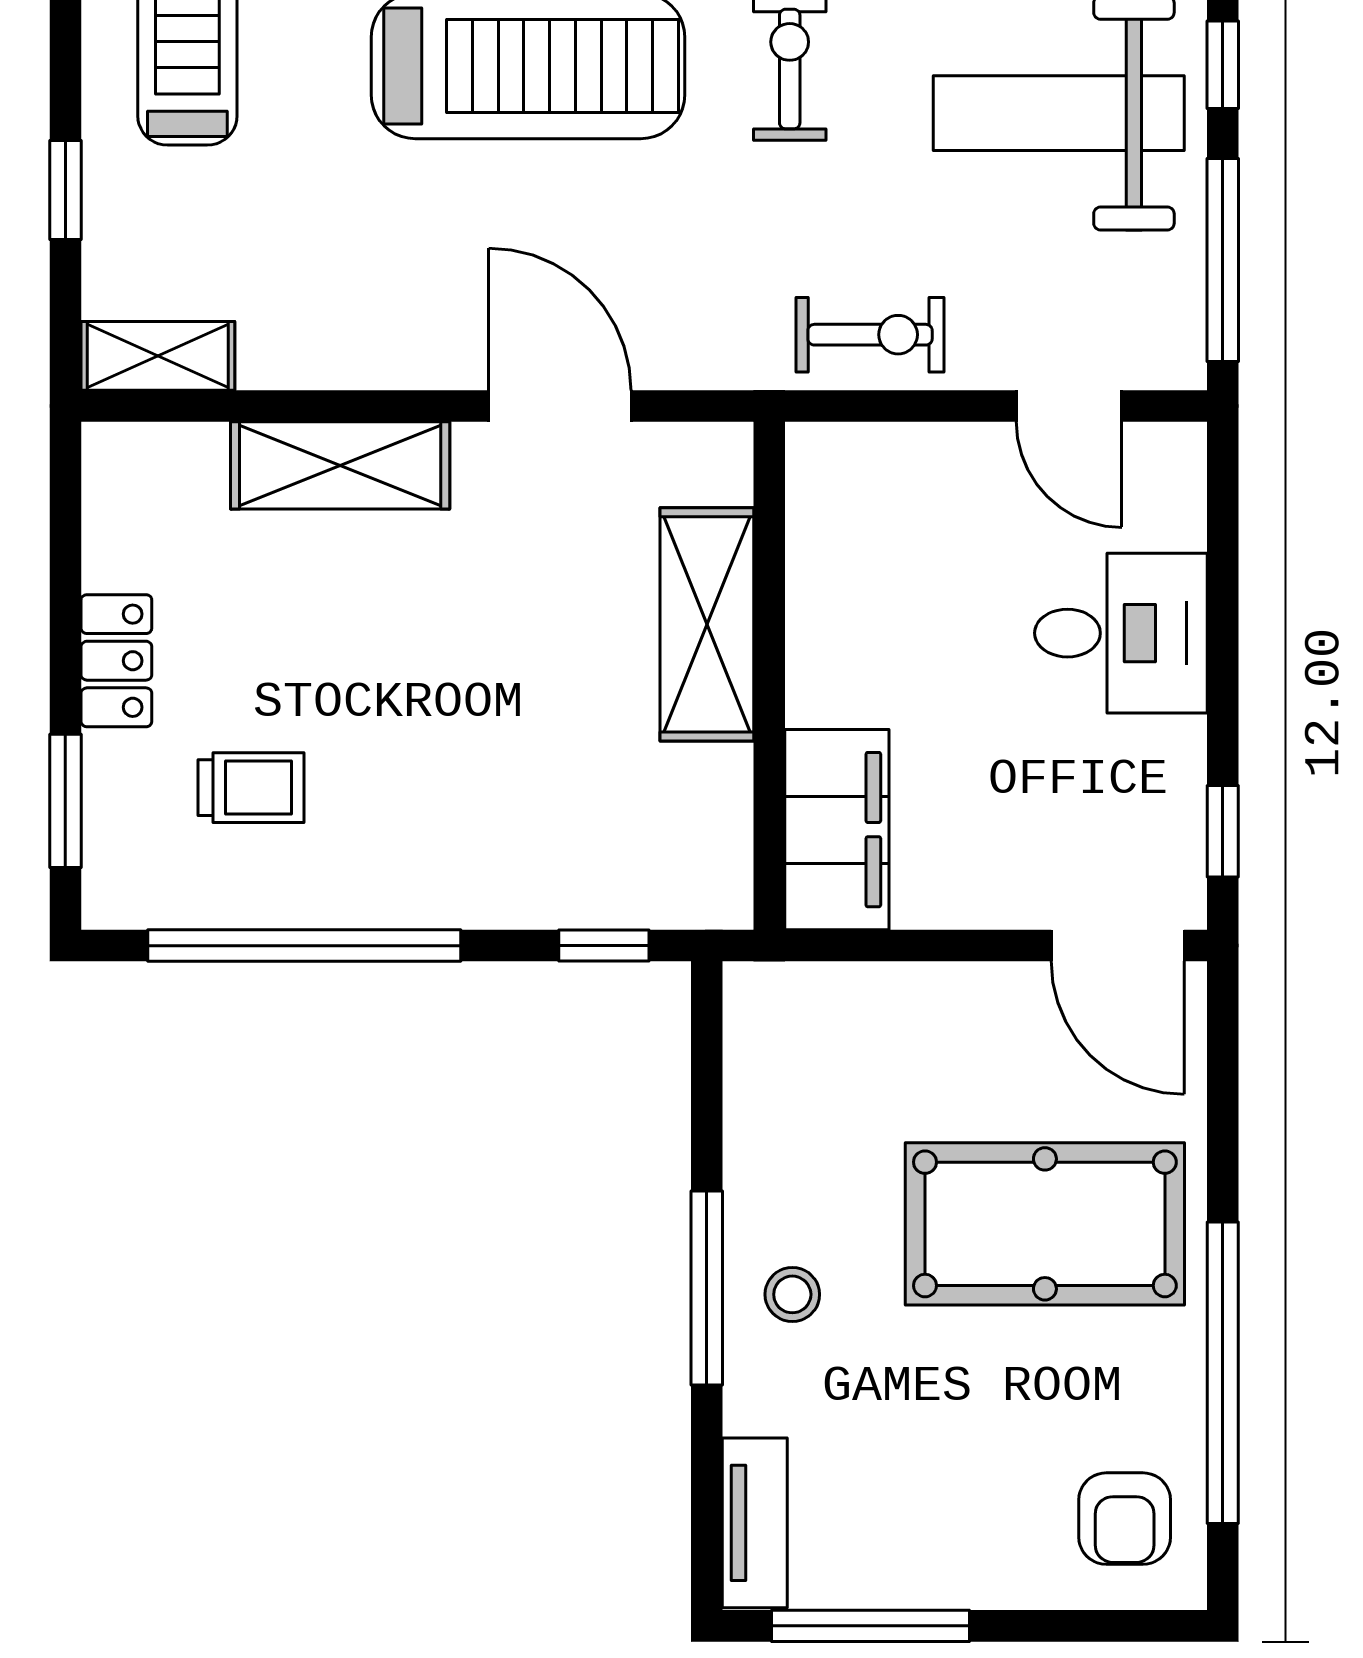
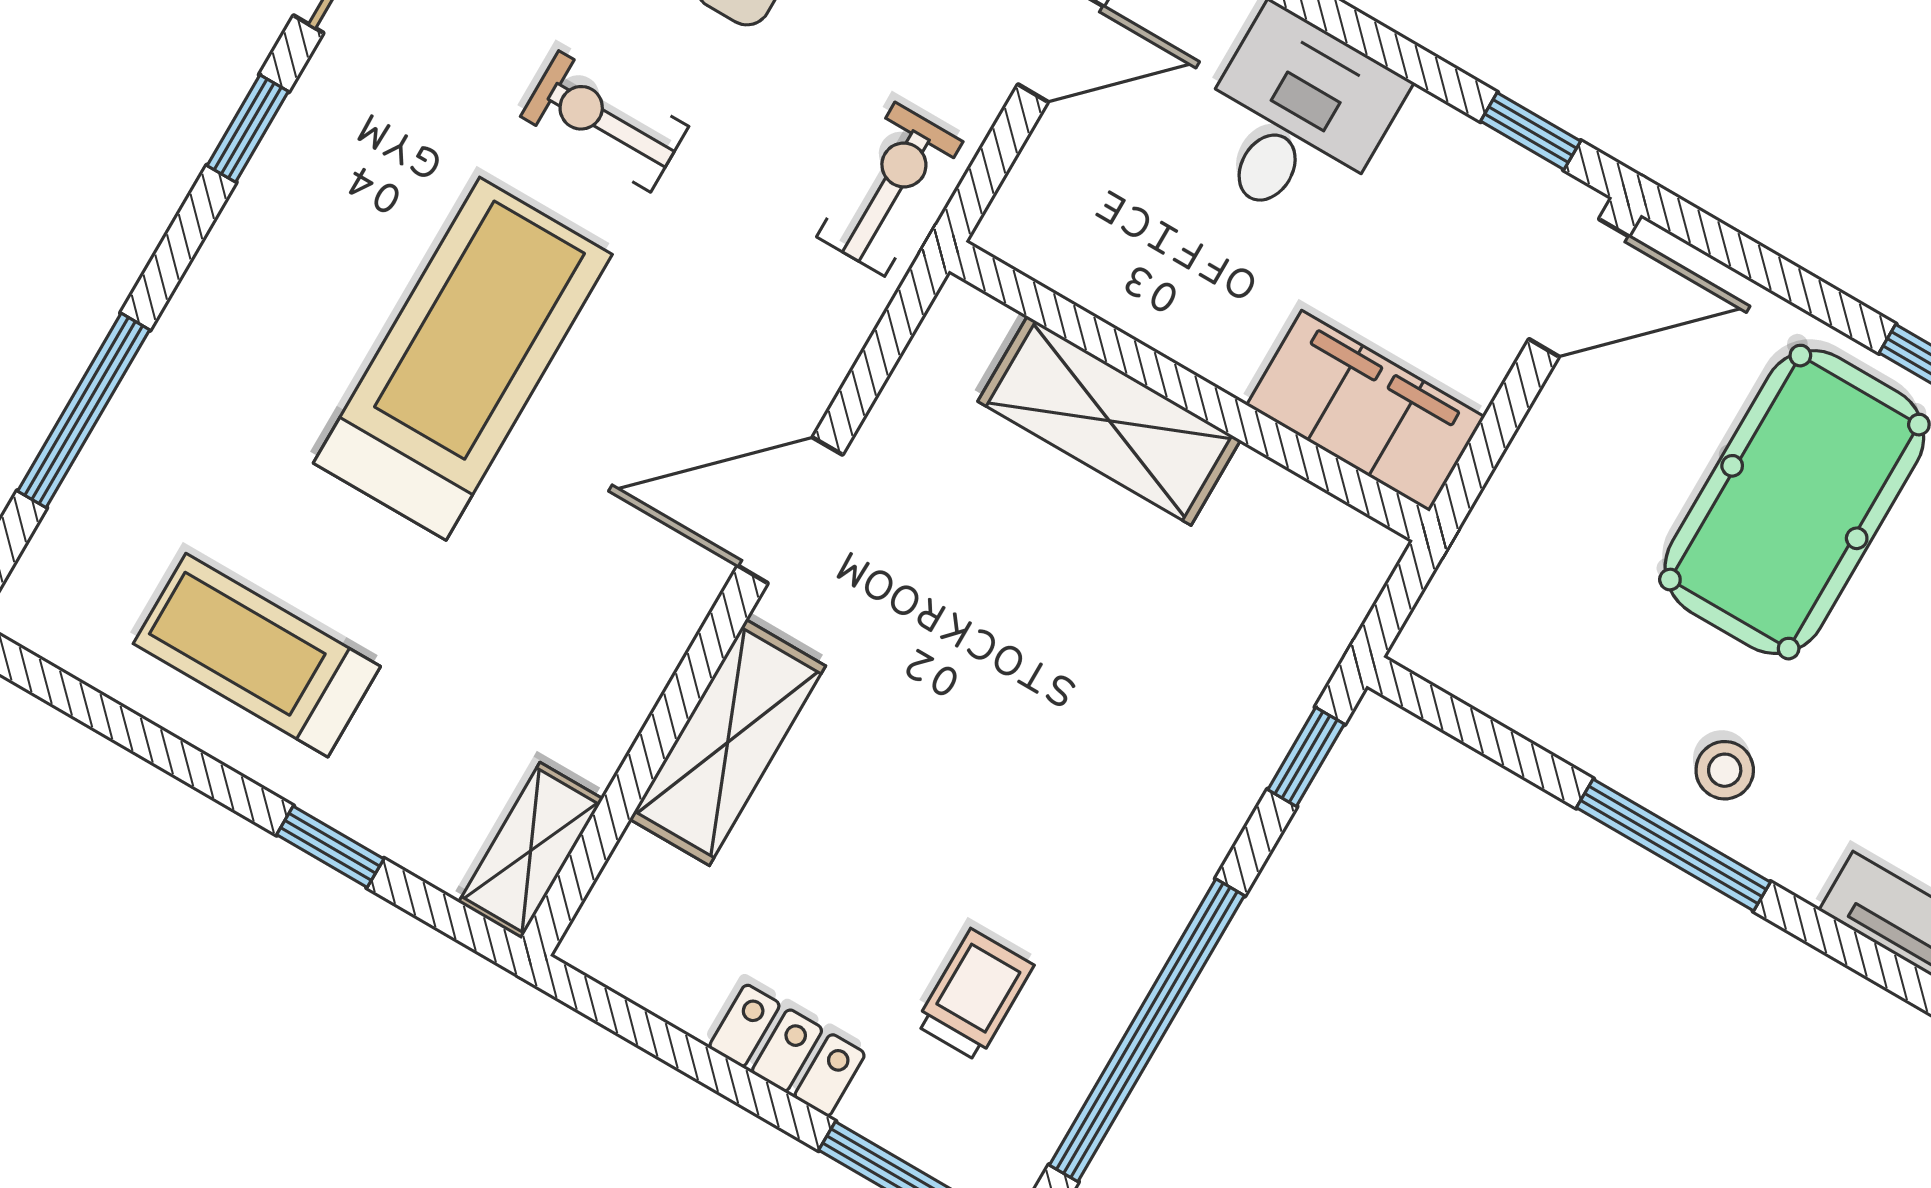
shelving: (707, 624) -> (1109, 421), moved
wall: (769, 676) -> (1189, 391), moved
filing cabinet: (837, 830) -> (1366, 411), moved

